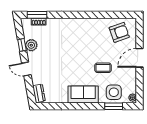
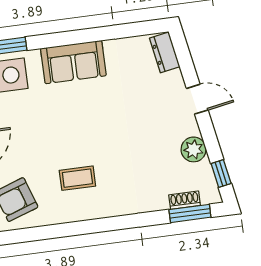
window: (22, 45) -> (221, 174), moved
coffee table: (103, 68) -> (77, 178), moved

